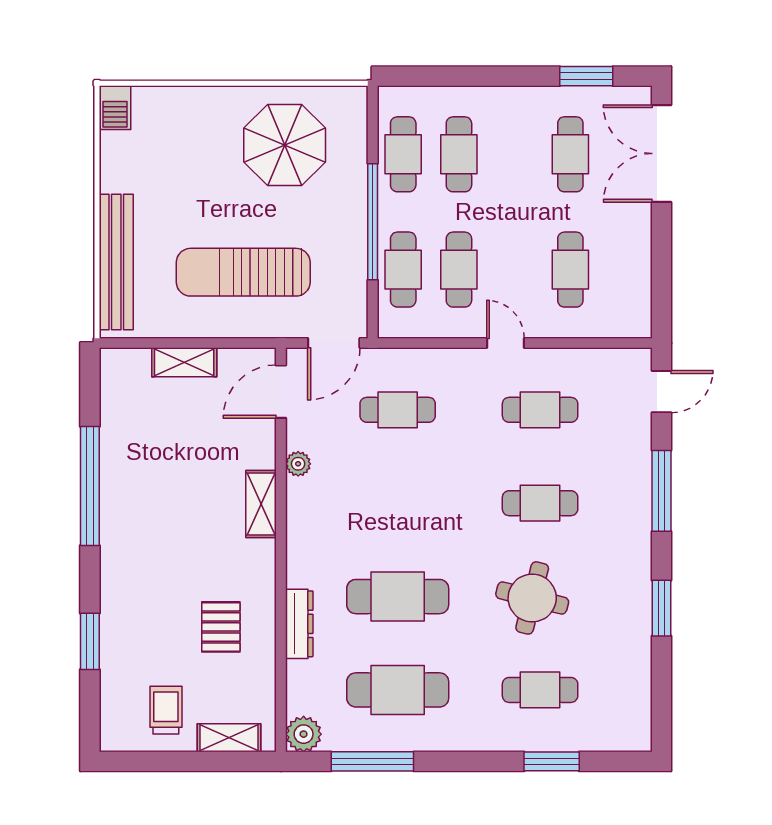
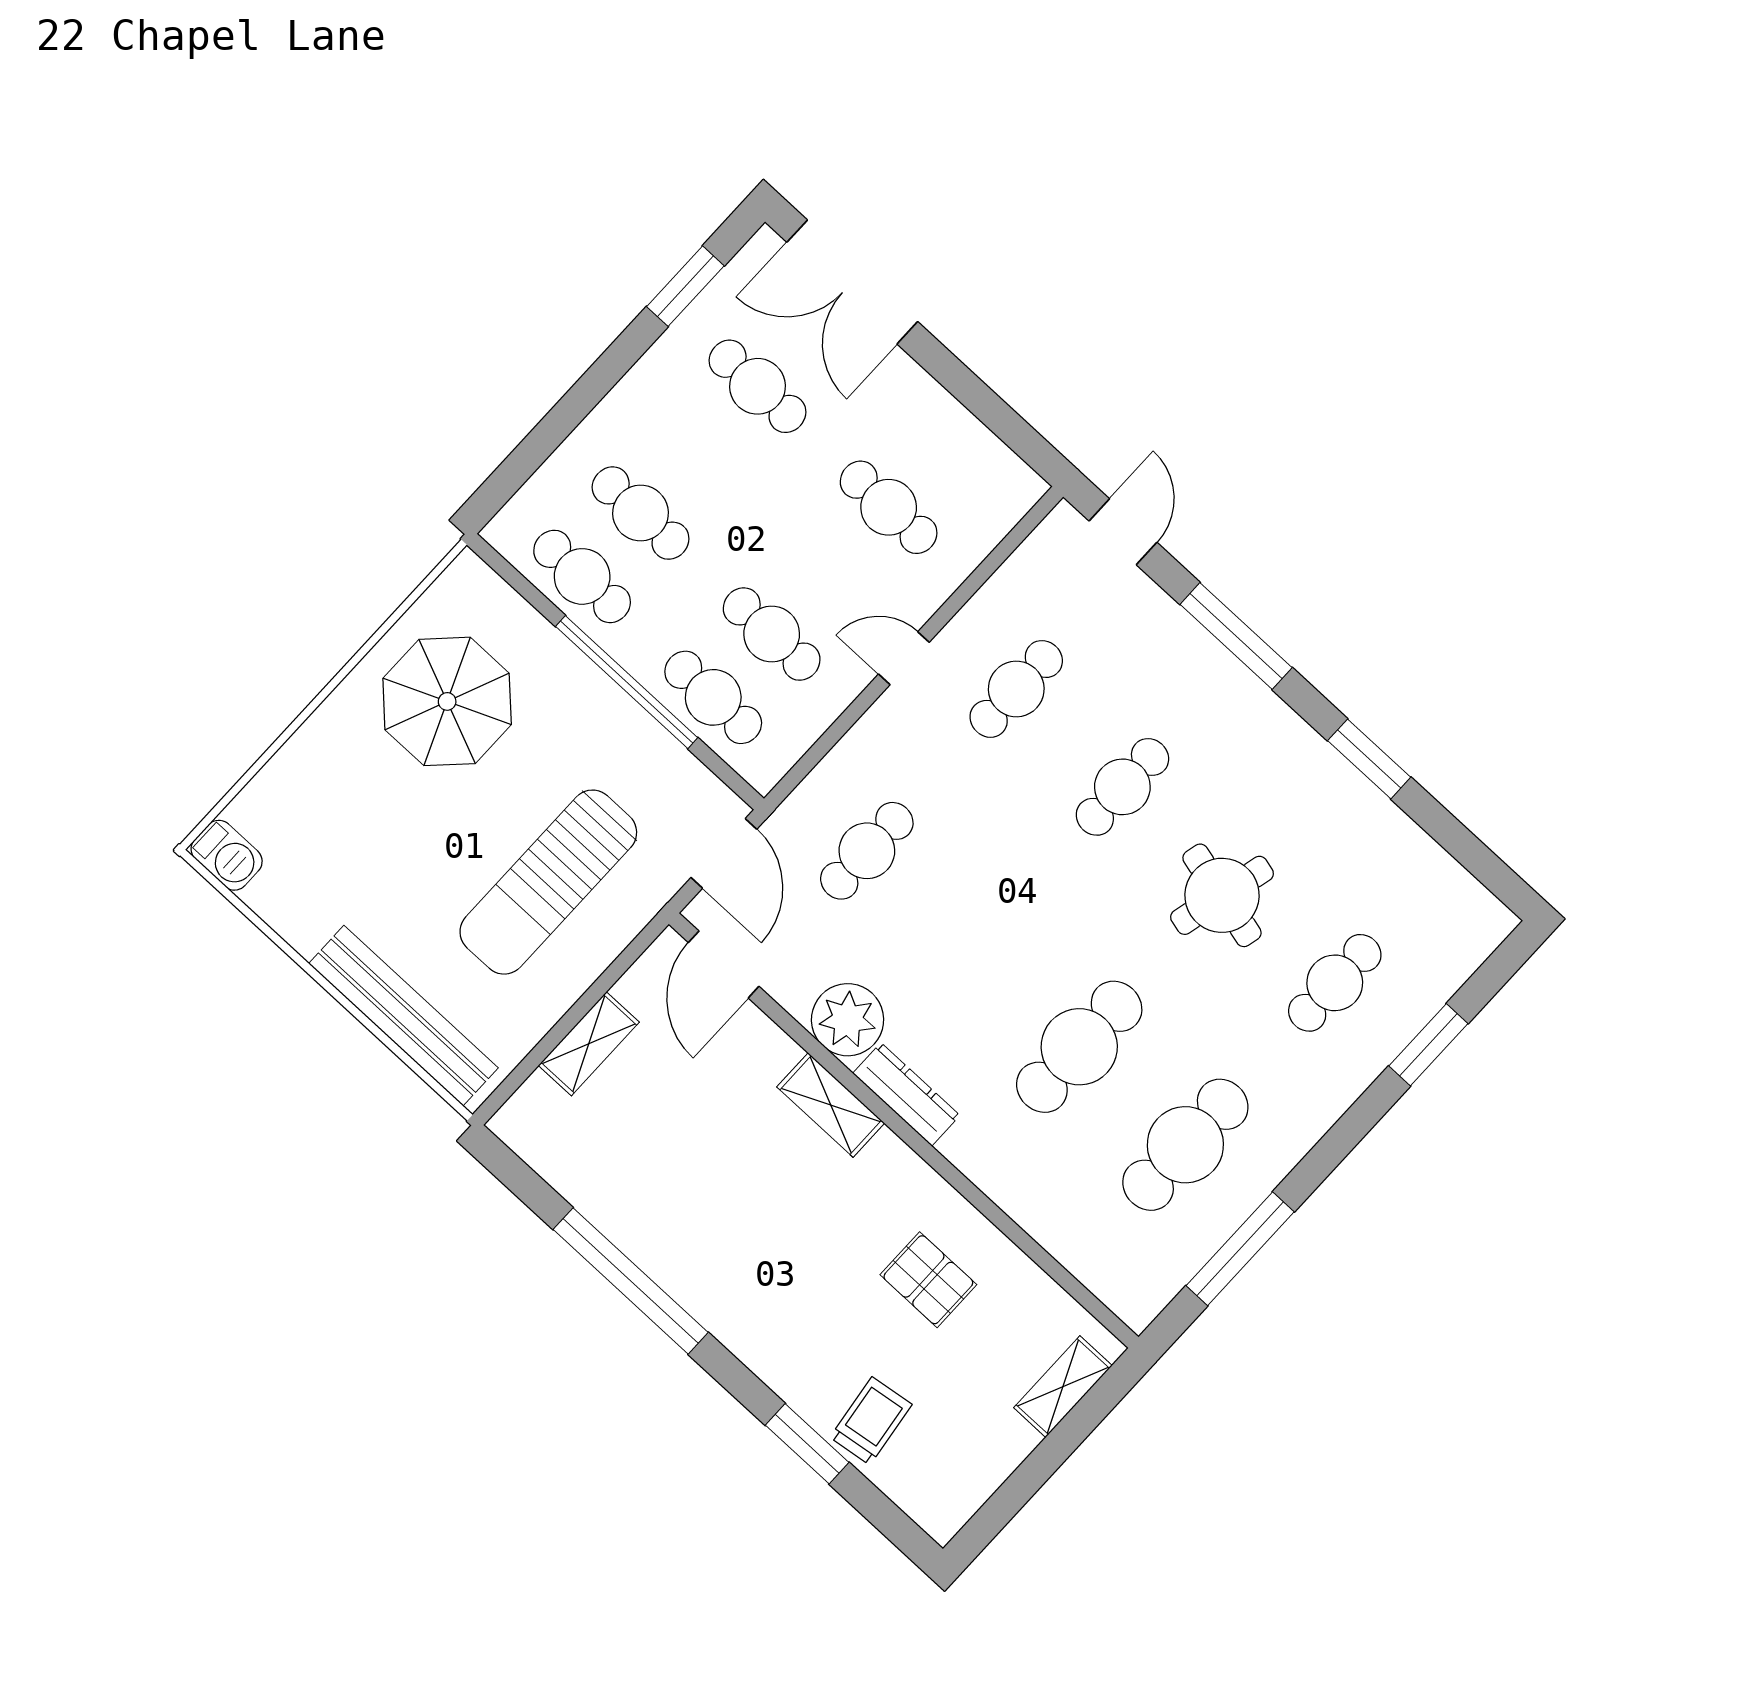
plant: (298, 464) -> (848, 1020), width x1.88, depth x1.88
dresser: (299, 624) -> (906, 1094), moved
trolley: (166, 710) -> (871, 1421), moved, turned 82
plant: (304, 734) -> (1137, 1298), removed

